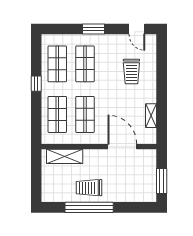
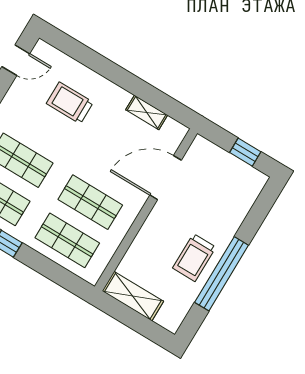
trolley: (131, 72) -> (70, 103), turned 180
shelving: (65, 156) -> (133, 296), moved, turned 90
window: (162, 181) -> (245, 152), width x0.67

